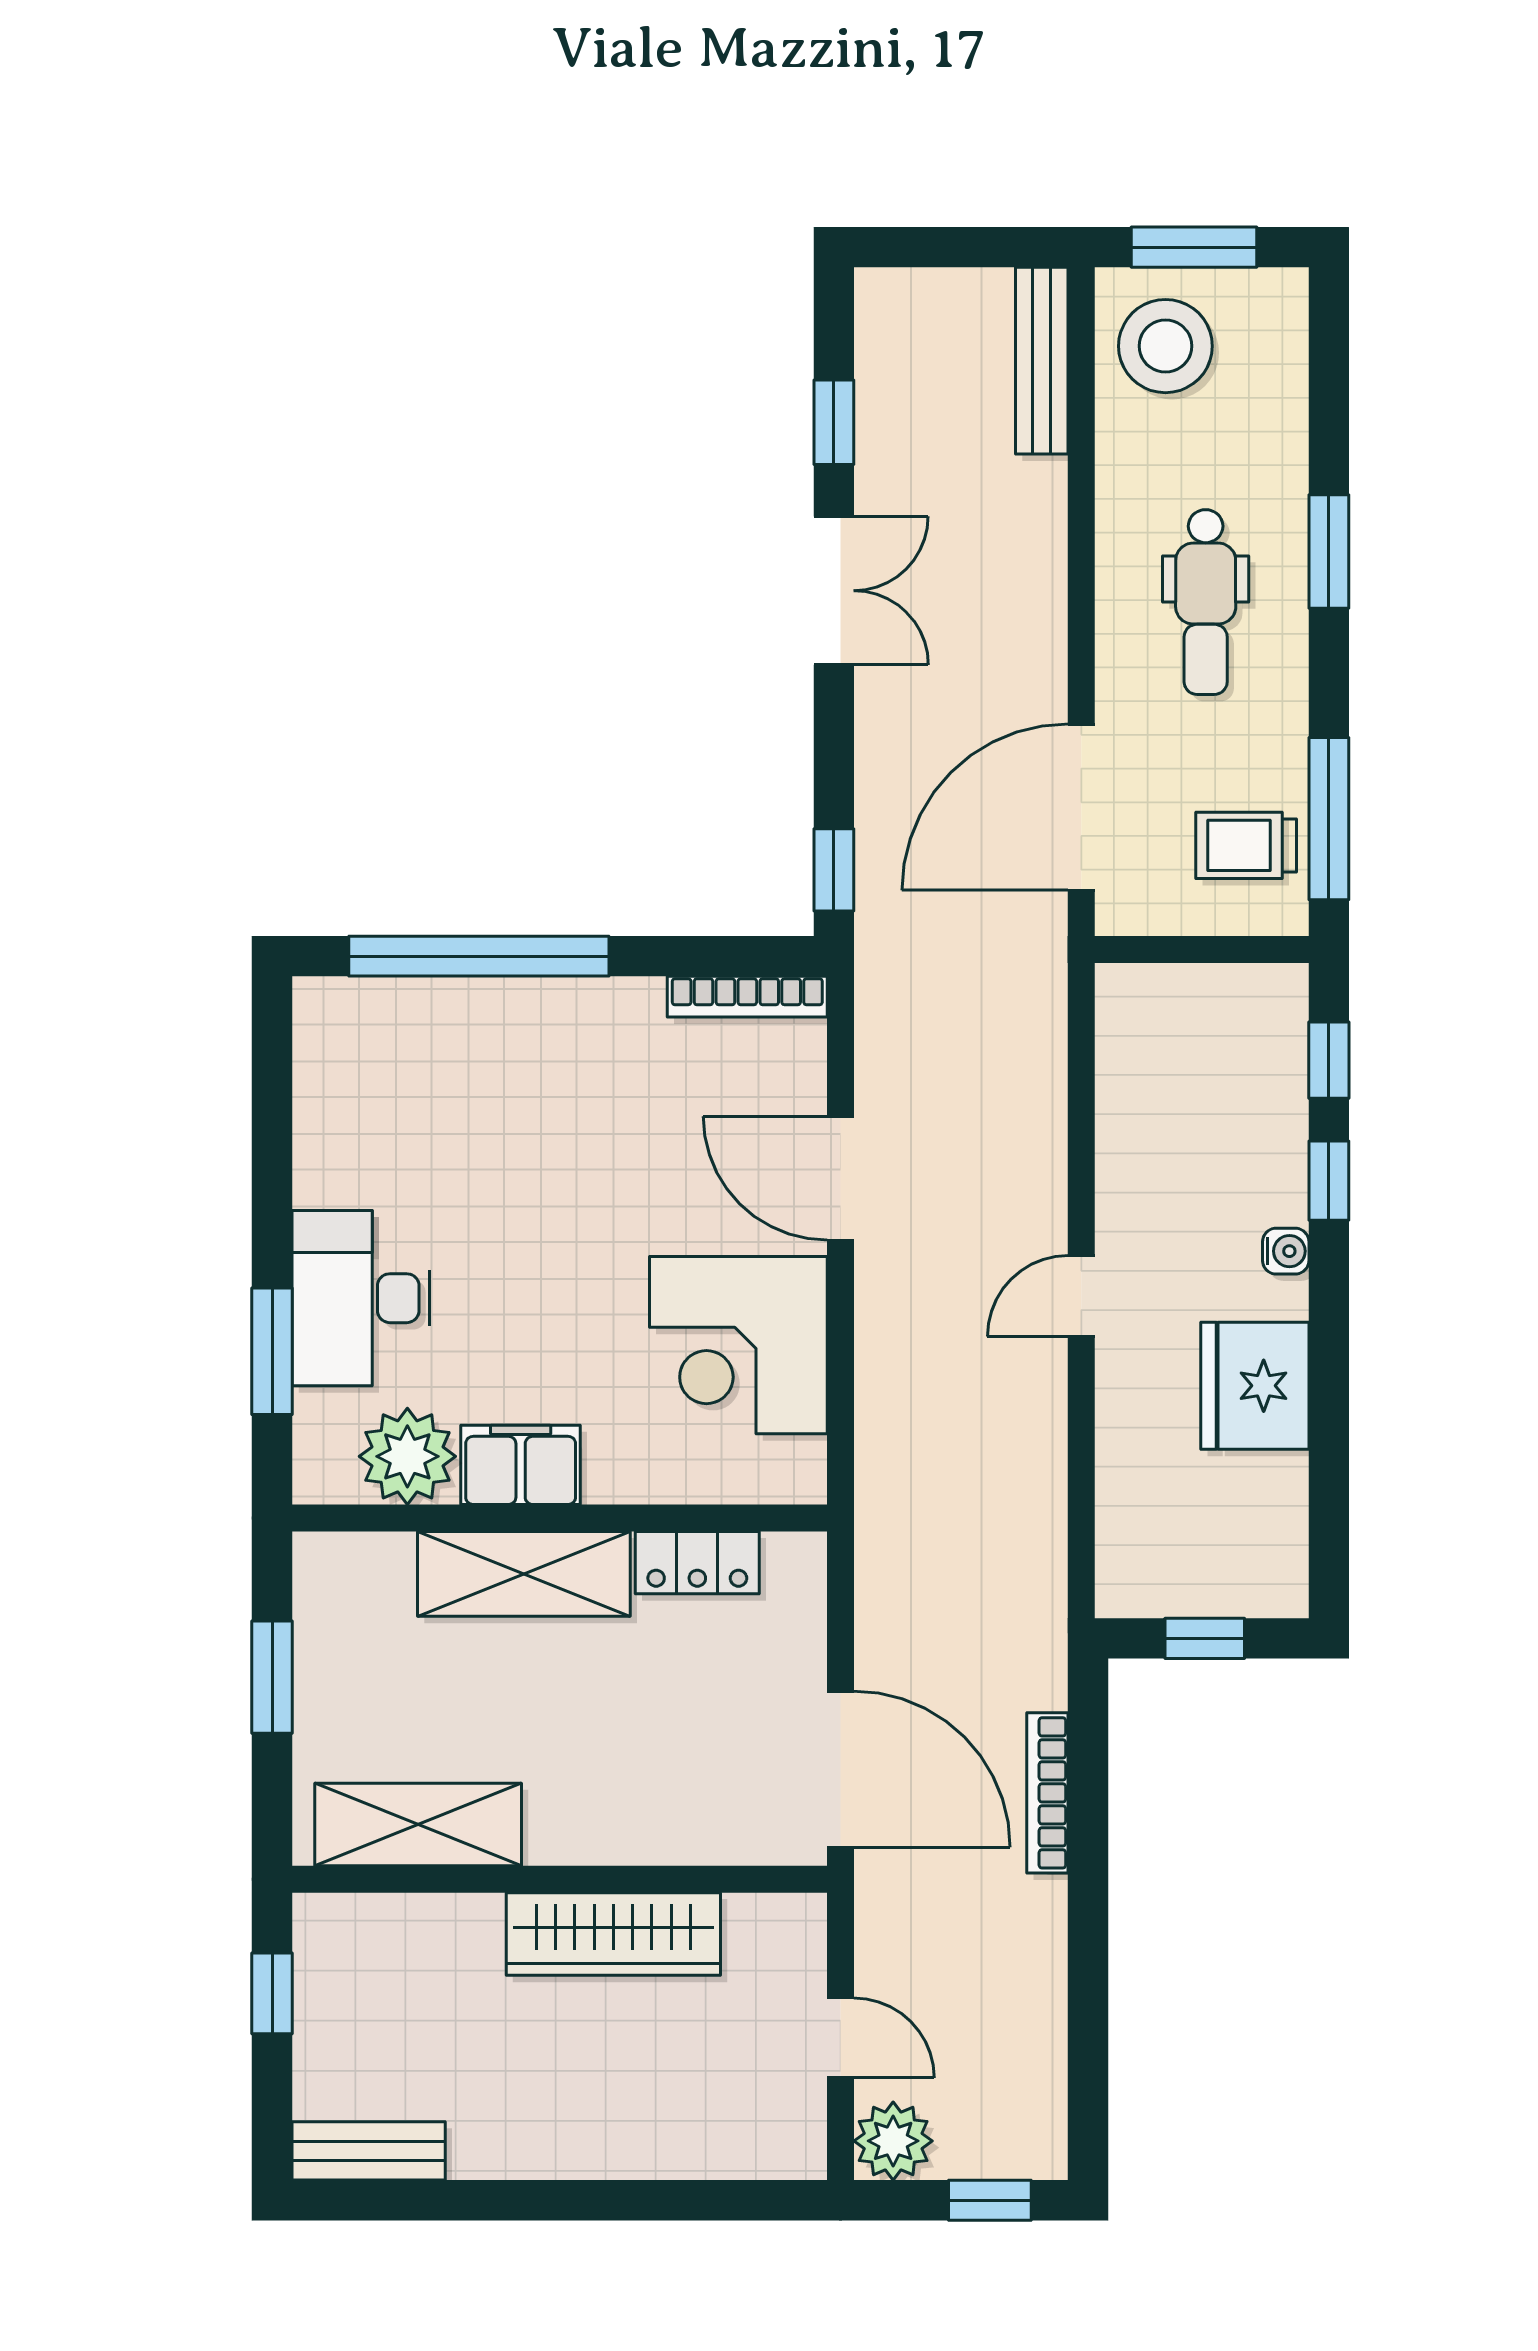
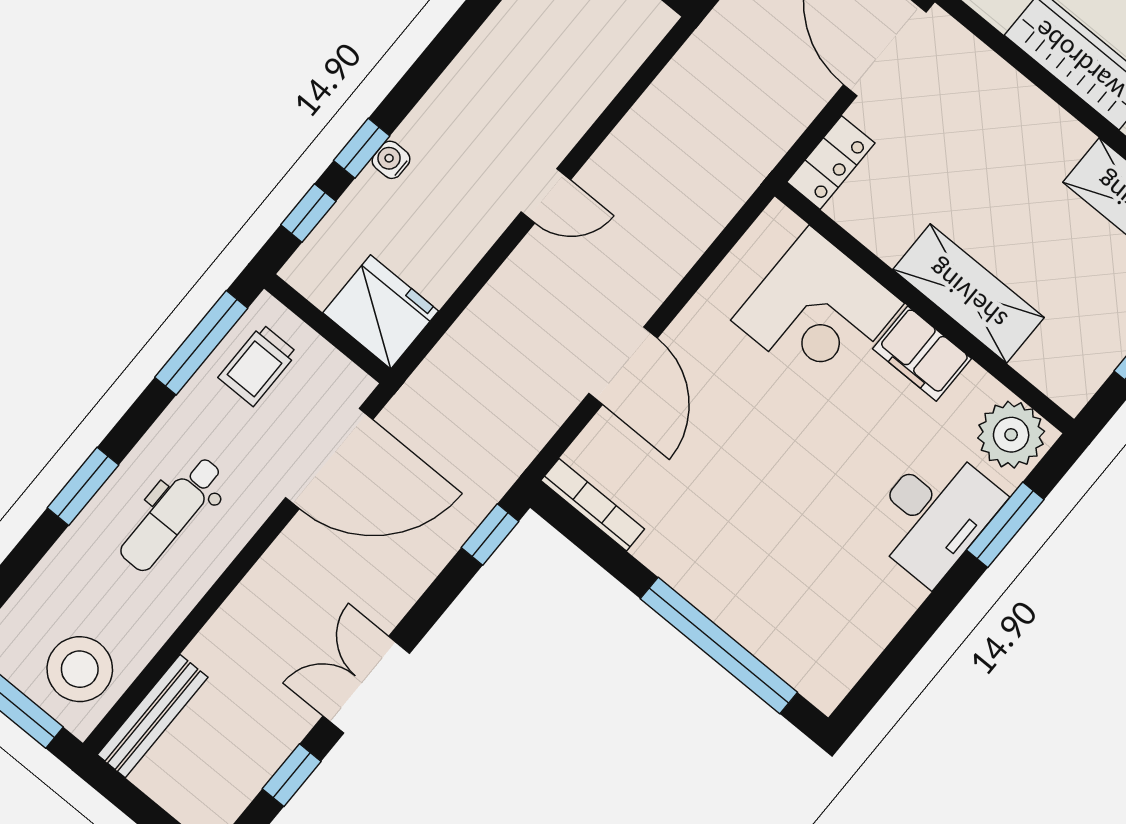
dental chair: (1206, 602) -> (172, 514), turned 180
trolley: (1246, 845) -> (258, 365), turned 90
water cooler: (1286, 1251) -> (391, 160), moved
corner desk: (738, 1345) -> (818, 312), moved, turned 90
fridge: (1255, 1386) -> (381, 312), moved, turned -90
plant: (407, 1456) -> (1011, 435), moved
locker: (697, 1563) -> (831, 163), moved, turned 90

